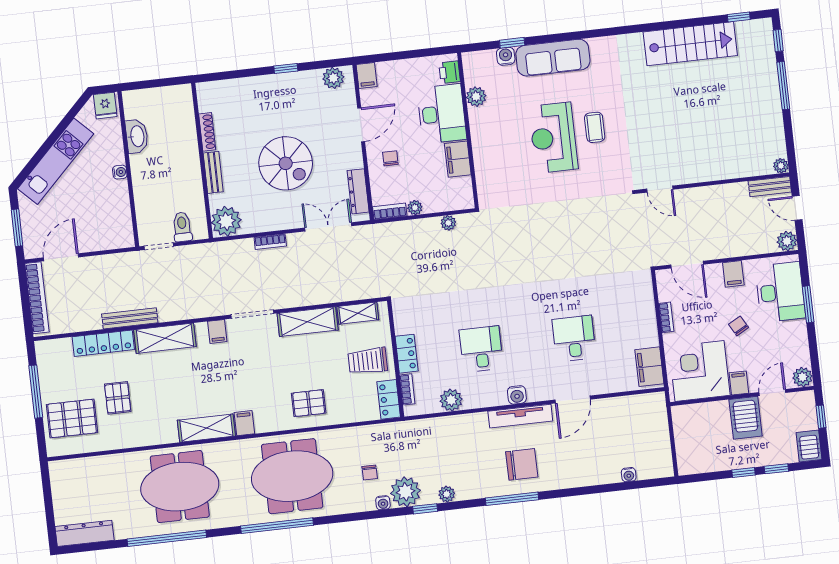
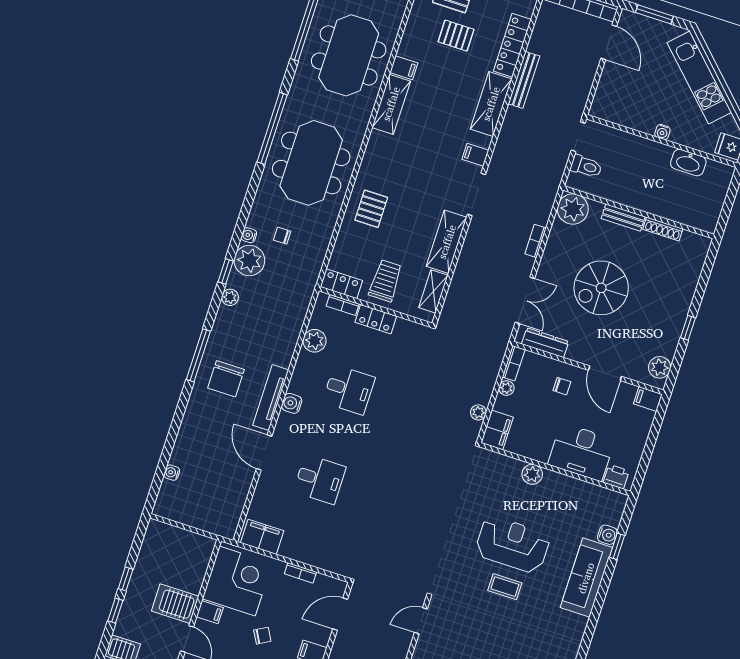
plant: (476, 97) -> (532, 474), moved
filing cabinet: (458, 159) -> (497, 430), moved, turned 90
filing cabinet: (244, 423) -> (404, 68), moved

